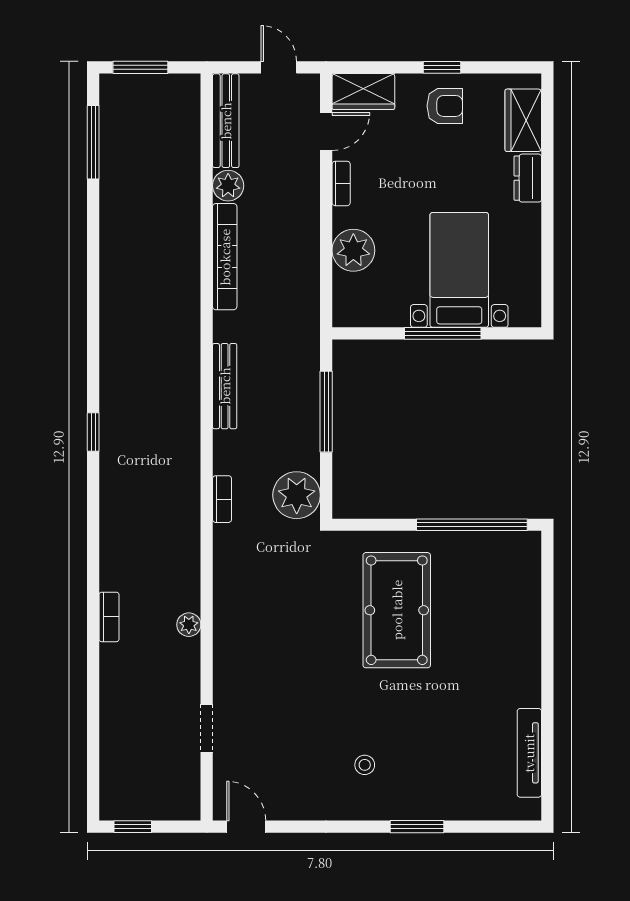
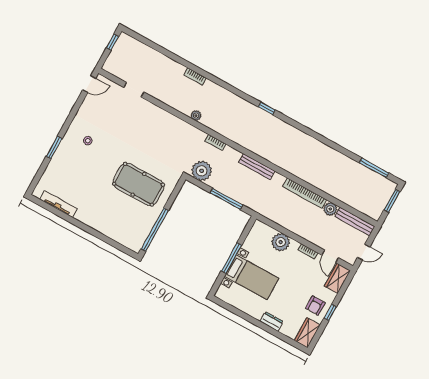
wardrobe: (523, 120) -> (307, 333), moved, turned -90
plant: (189, 625) -> (196, 116), moved

